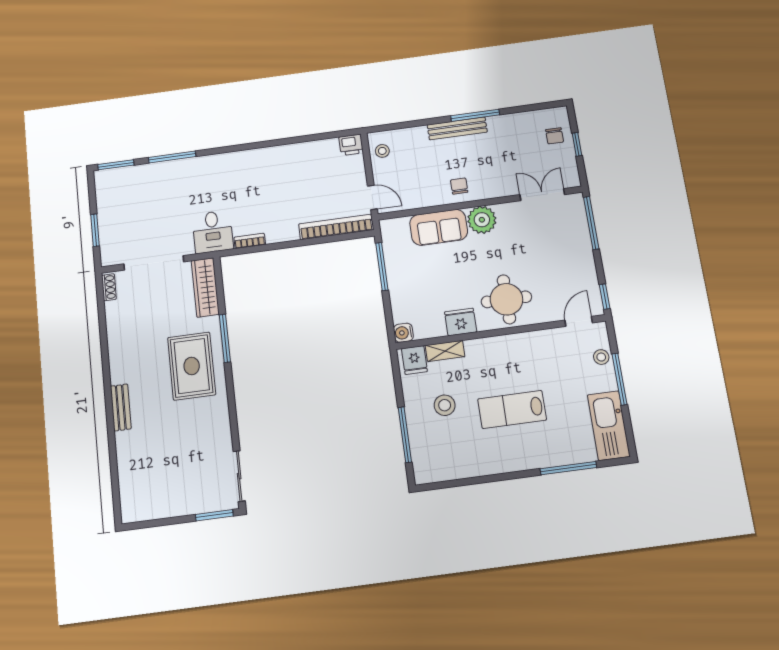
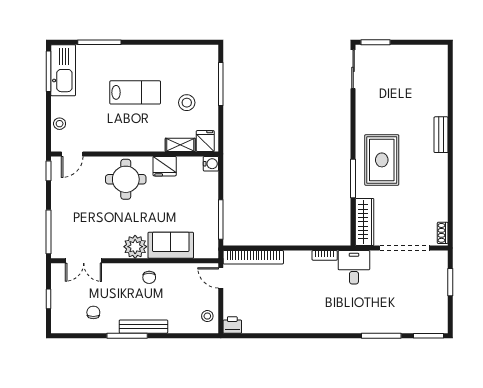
chair: (555, 136) -> (93, 312), moved
window: (620, 379) -> (48, 71), moved

